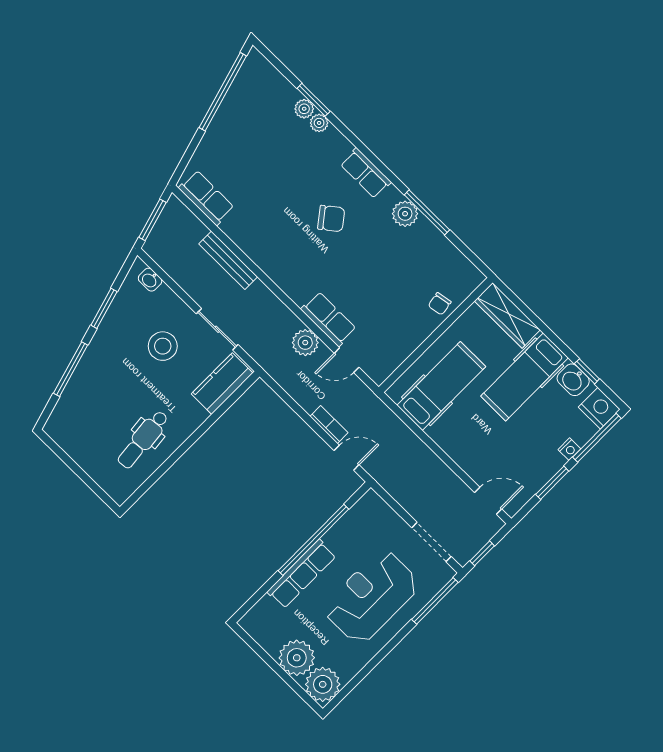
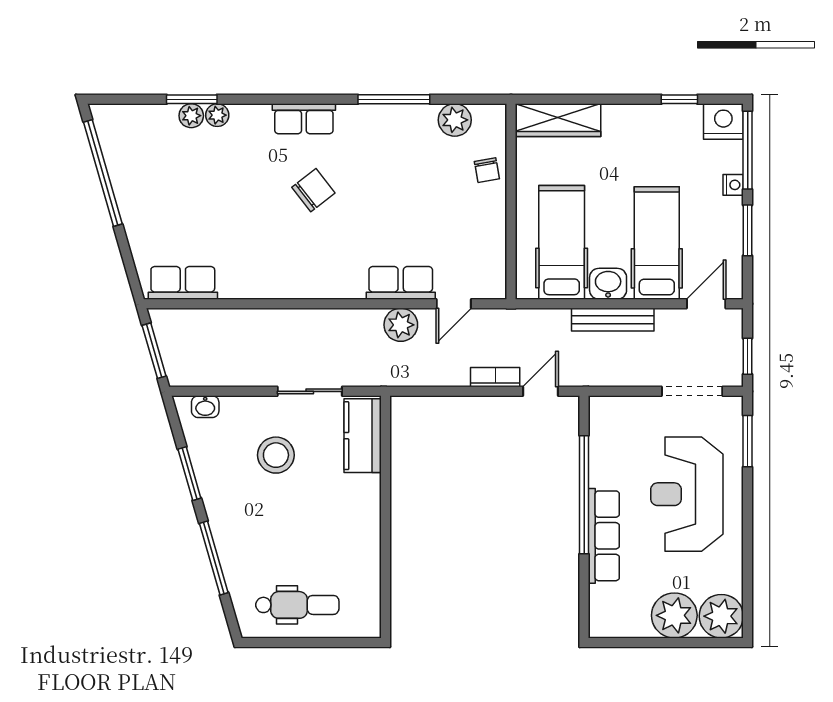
plant: (405, 214) -> (455, 120), moved
bench: (228, 260) -> (613, 320), moved
hospital bed: (525, 377) -> (657, 243), moved, turned 180
washbasin: (573, 380) -> (608, 284), moved, turned 180
dental chair: (143, 440) -> (297, 605), moved, turned -84
window: (435, 601) -> (748, 441), width x0.69

